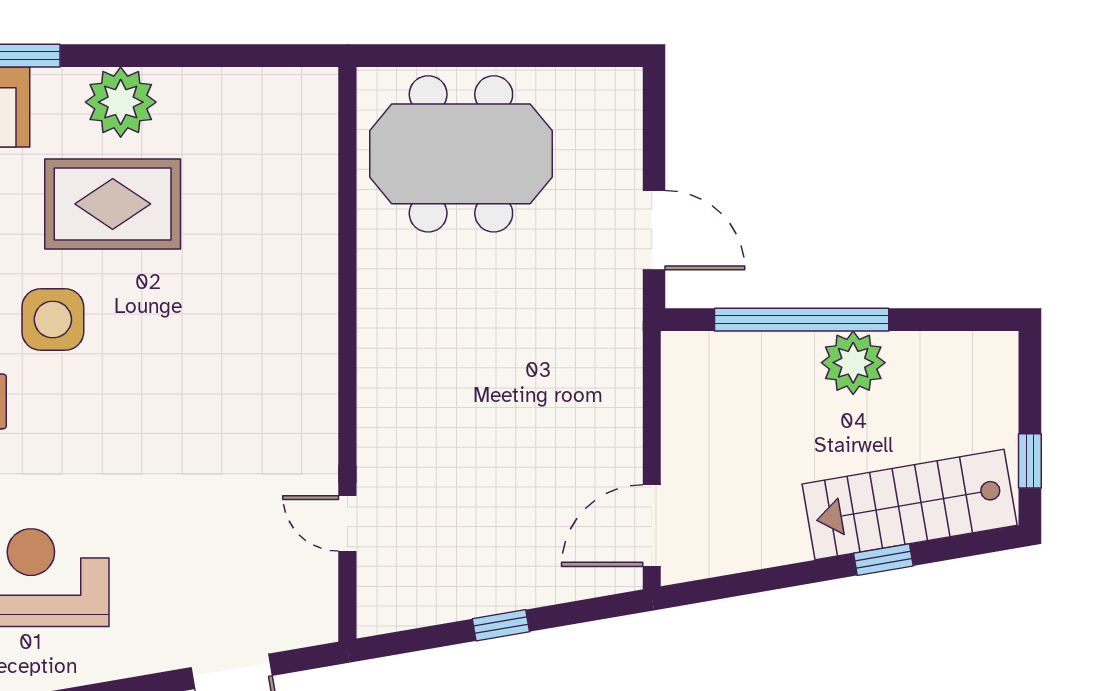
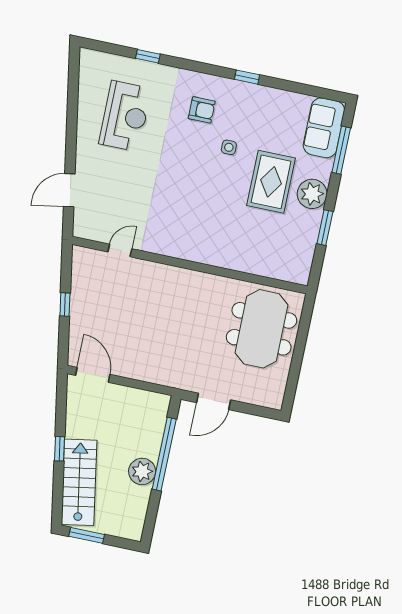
window: (193, 56) -> (325, 228), added
side table: (53, 320) -> (229, 147), width x0.54, depth x0.54
window: (1030, 461) -> (87, 535), width x1.50
window: (883, 560) -> (60, 449), moved

